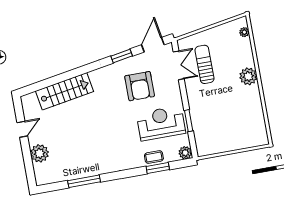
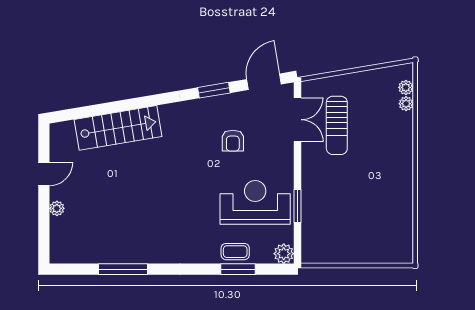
sun lounger: (204, 64) -> (337, 125), turned 180
plant: (248, 76) -> (406, 104), moved, width x0.53, depth x0.53
armchair: (140, 86) -> (233, 141), width x0.53, depth x0.53
plant: (40, 153) -> (57, 208), width x0.53, depth x0.53

